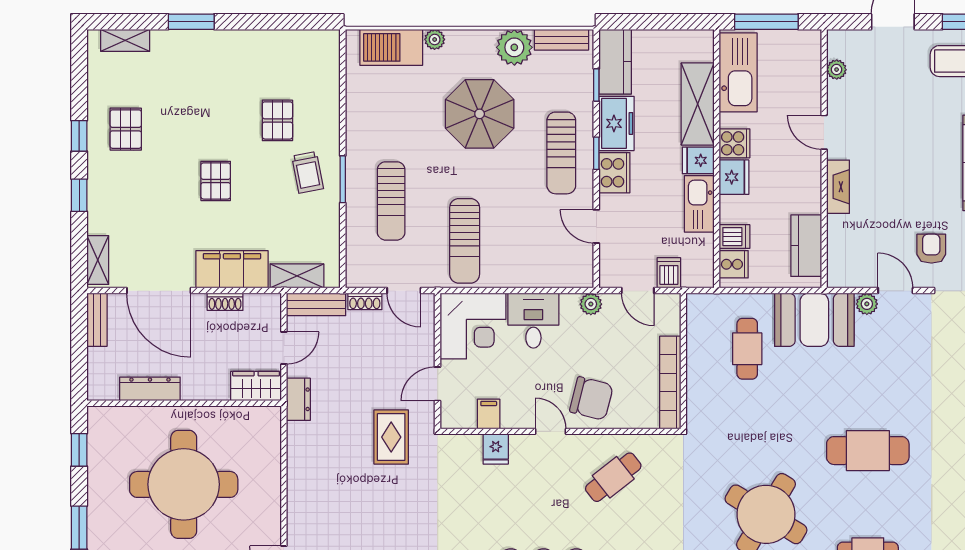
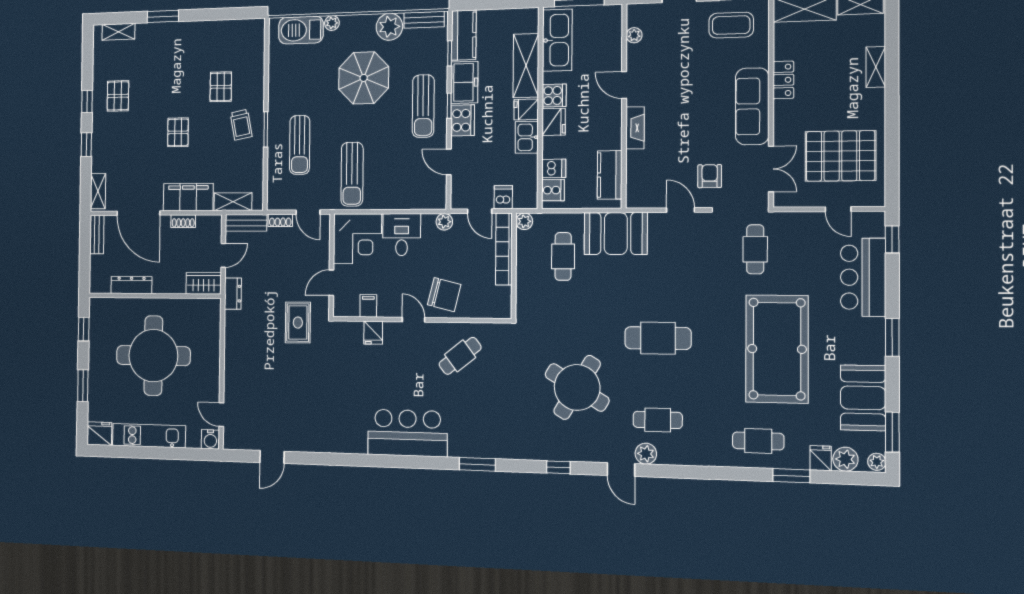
kitchen sink: (699, 204) -> (527, 137), width x0.73
plant: (867, 304) -> (524, 221), moved
bookcase: (670, 383) -> (504, 249), moved

